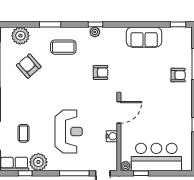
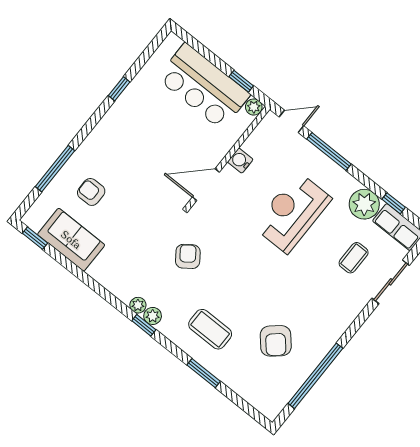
plant: (20, 36) -> (138, 305), moved, width x0.53, depth x0.53
sofa: (144, 37) -> (71, 240), moved
armchair: (101, 73) -> (188, 256), turned 54
armchair: (178, 75) -> (91, 192), moved

